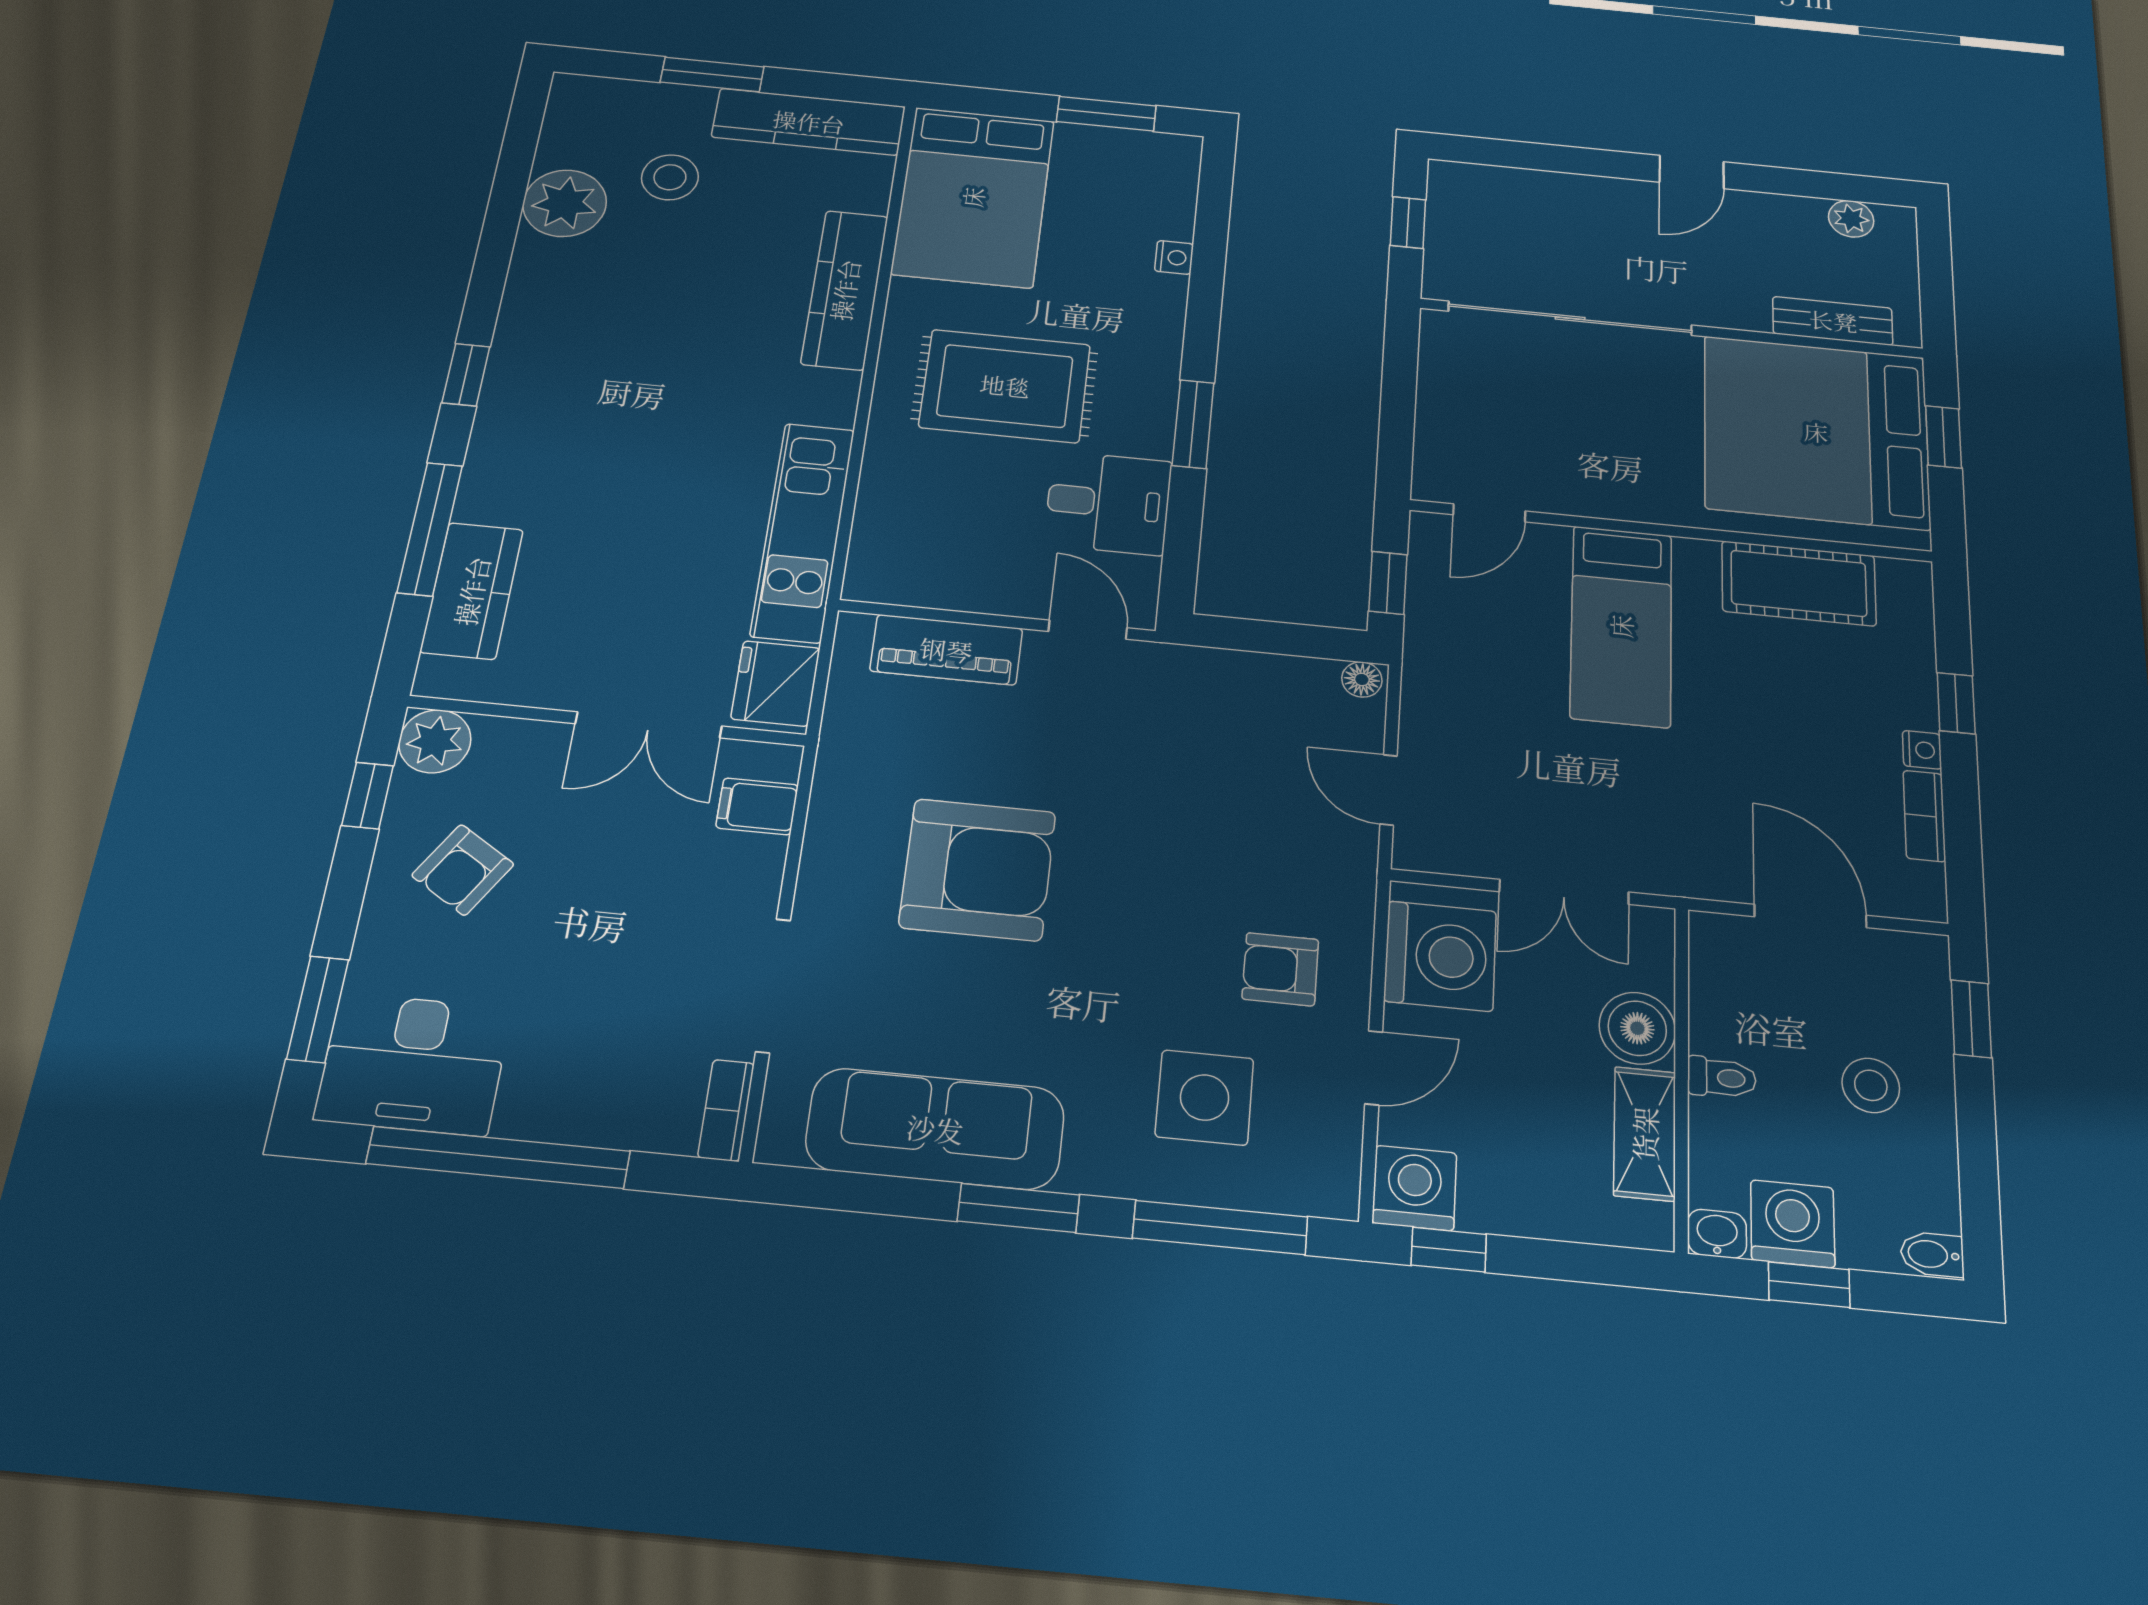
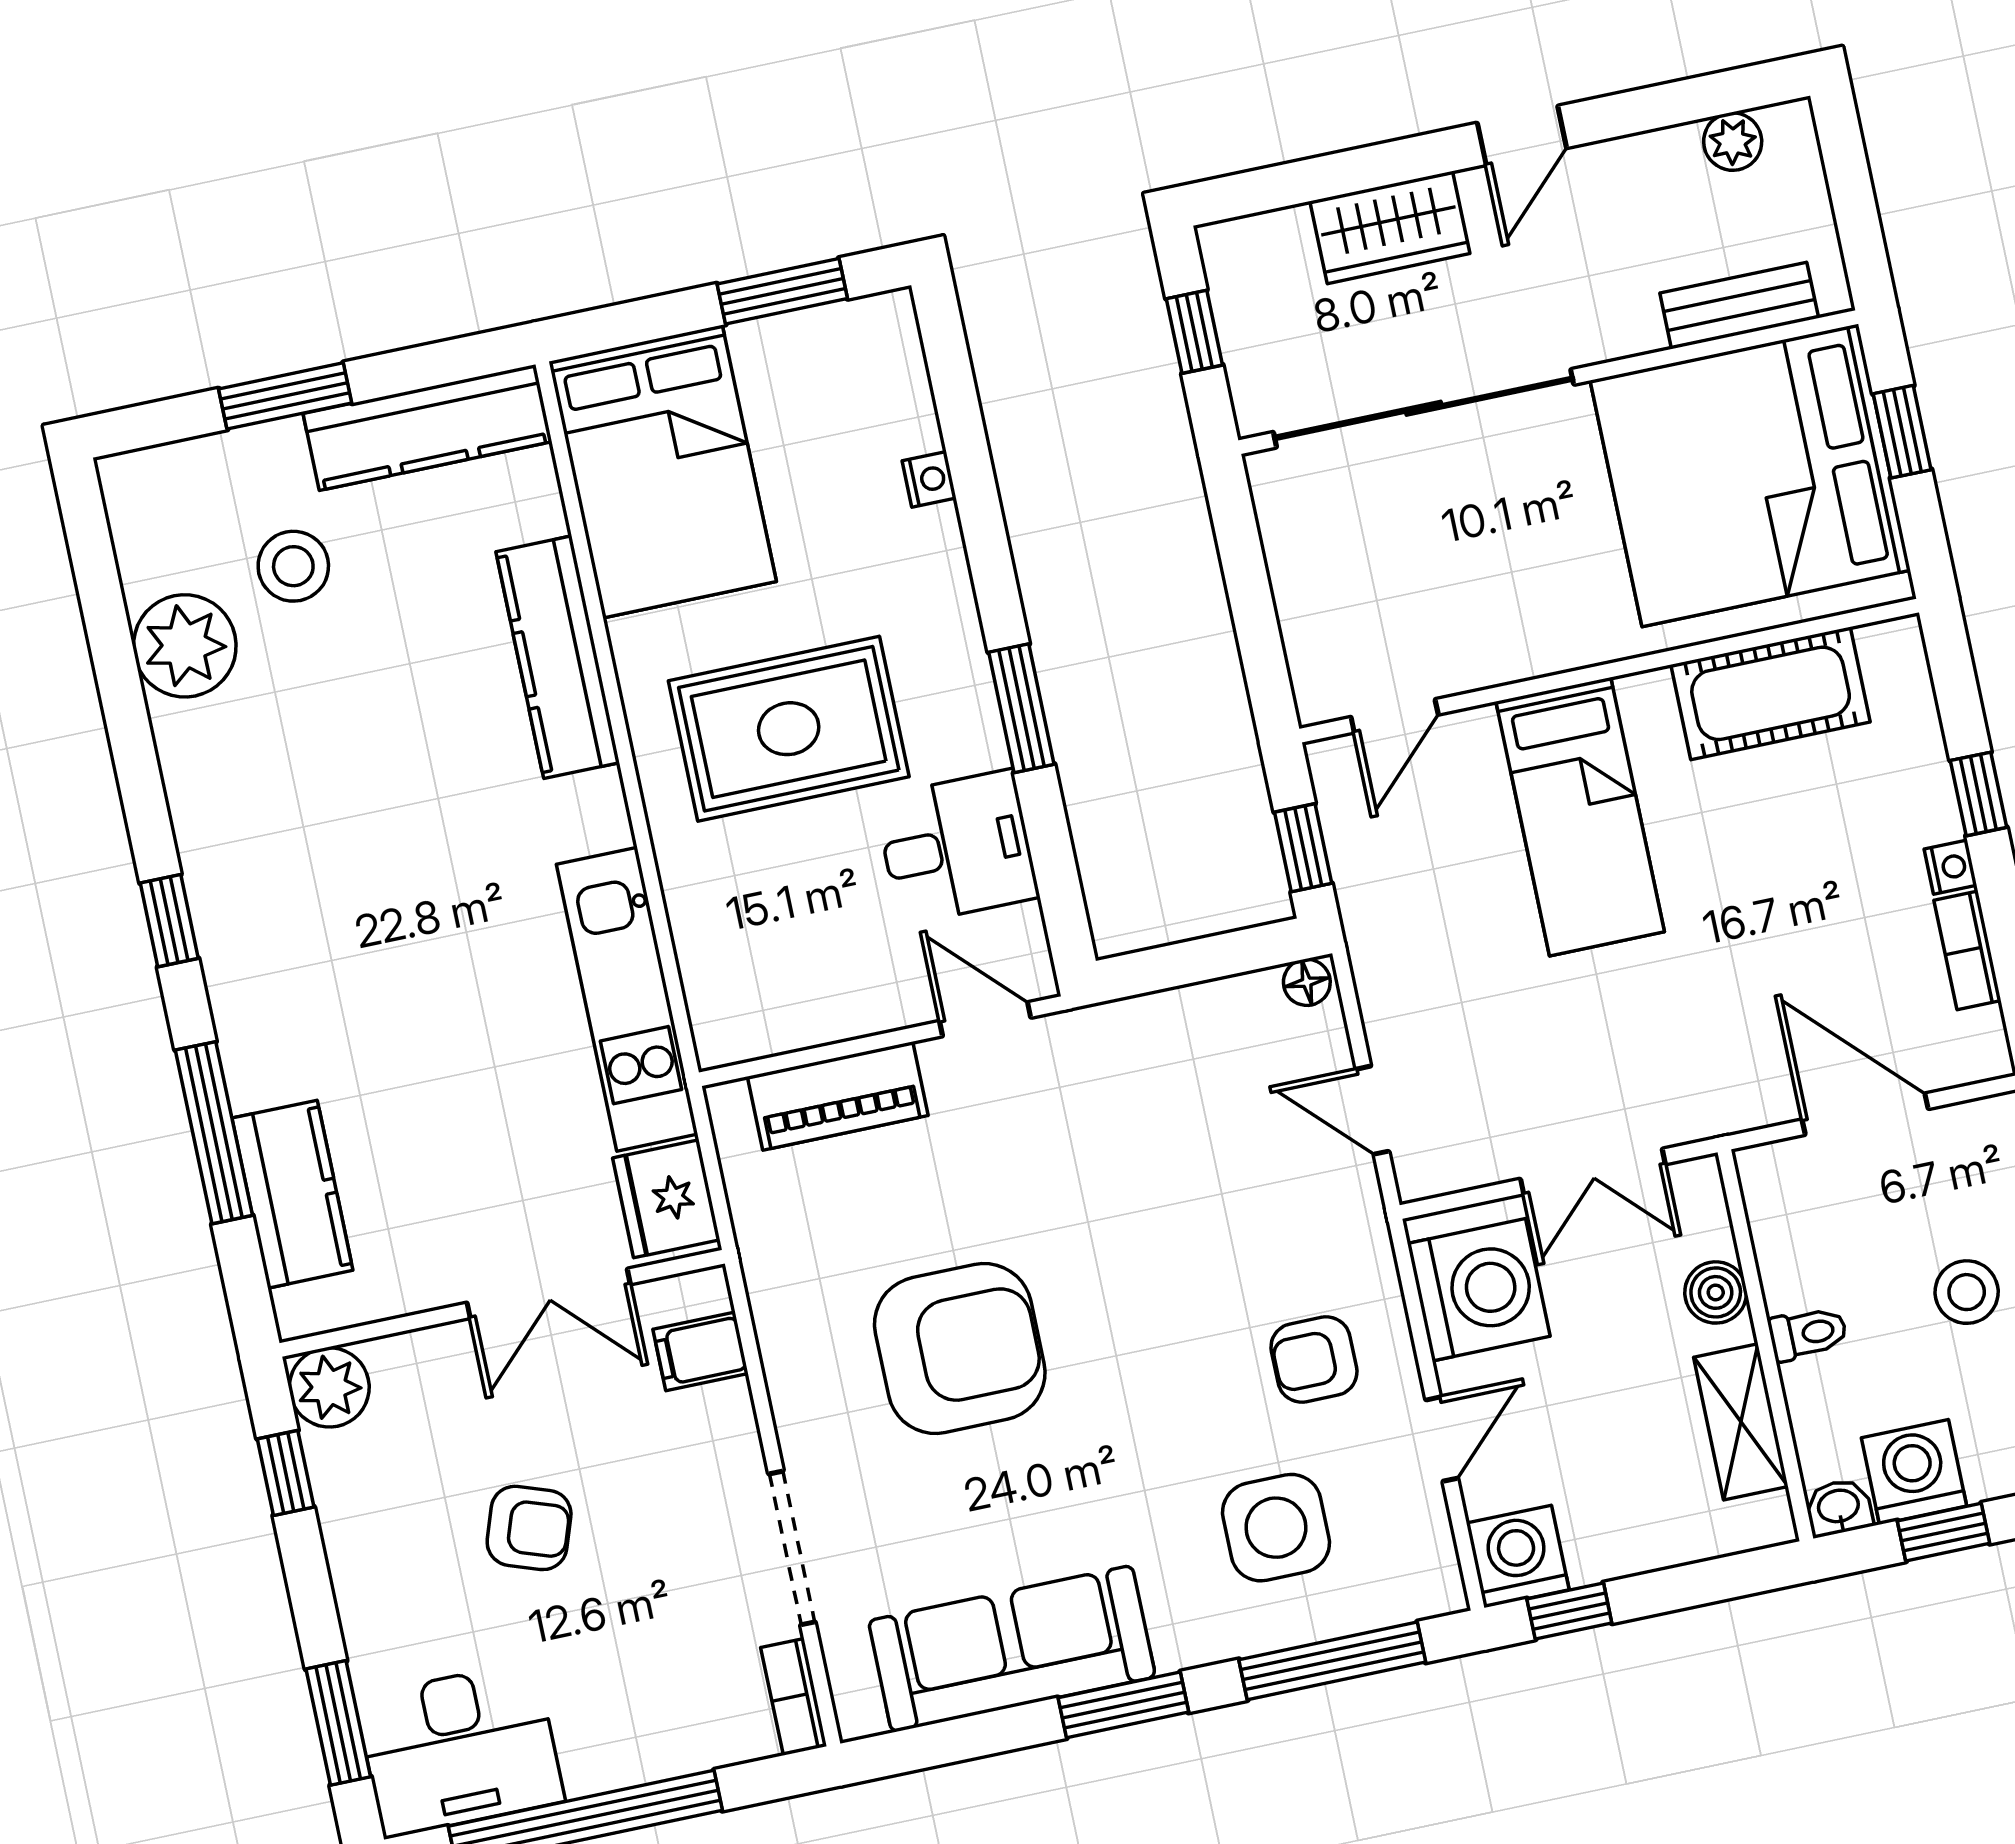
wardrobe: (1576, 200) -> (1390, 227), added
armchair: (463, 870) -> (529, 1528), moved, turned -103
boiler: (1637, 1028) -> (1716, 1292), width x0.73, depth x0.73

